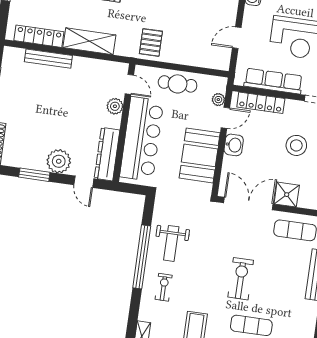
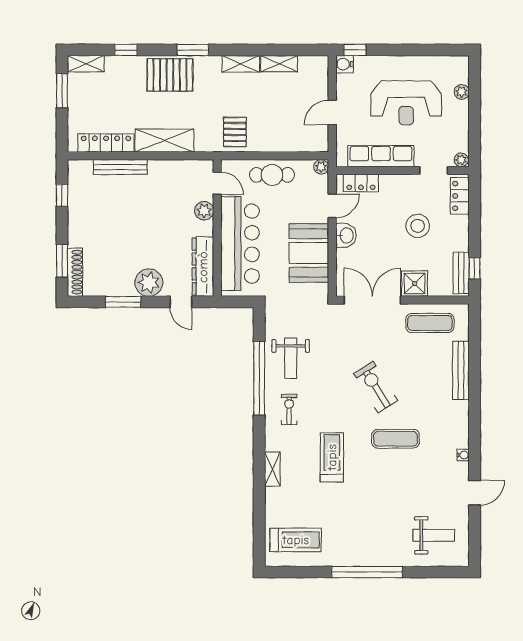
plant: (218, 100) -> (321, 167), moved
locker: (261, 103) -> (361, 183), width x0.66
exercise bike: (241, 279) -> (376, 387), turned -32

